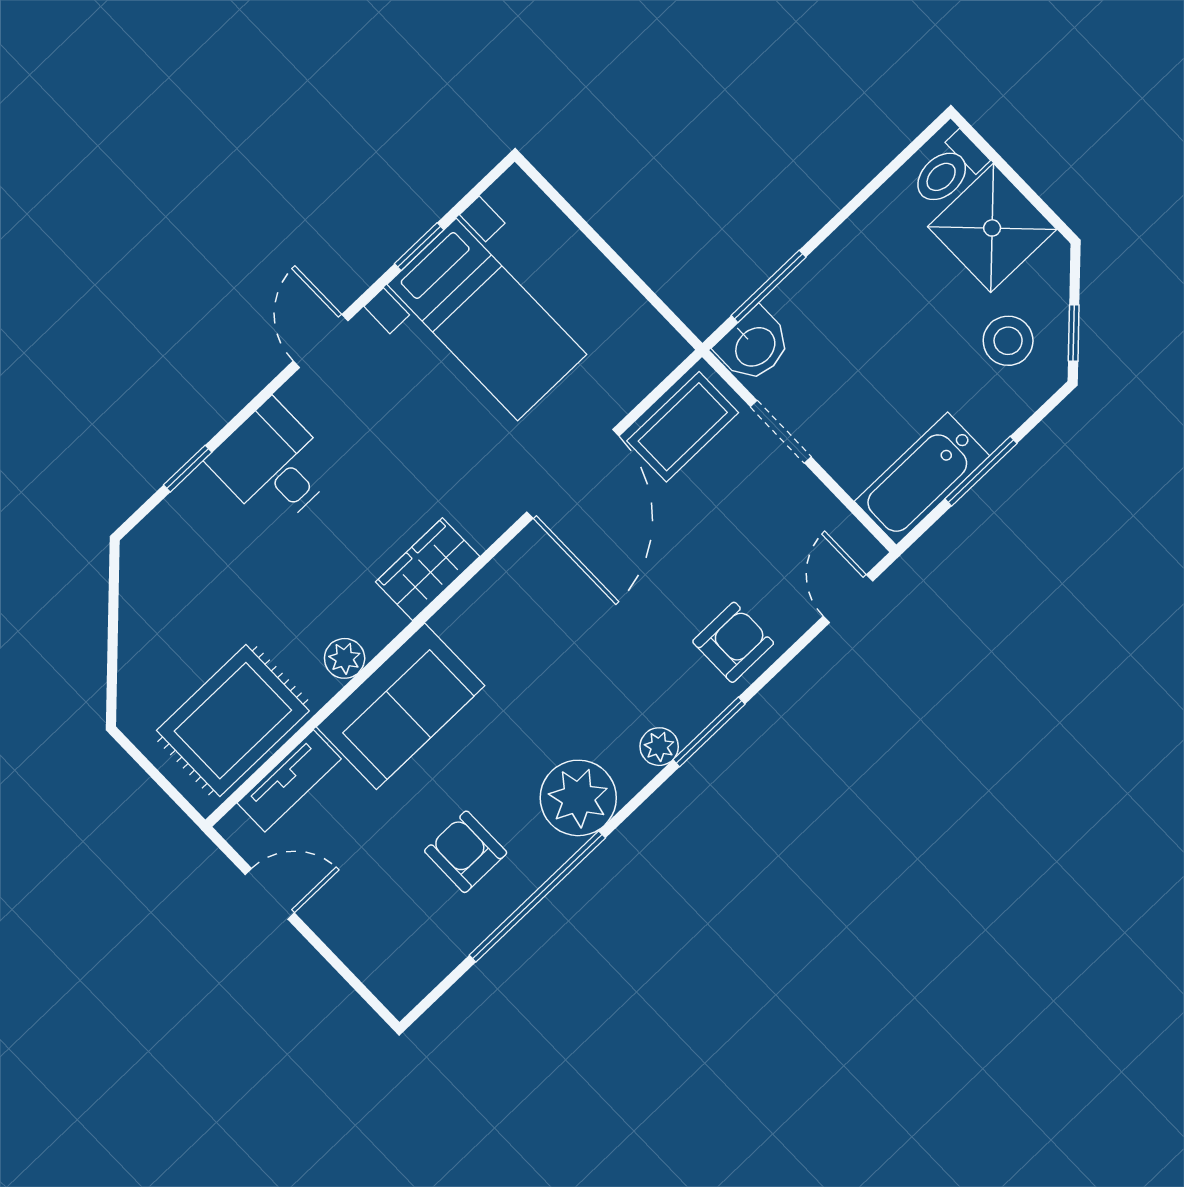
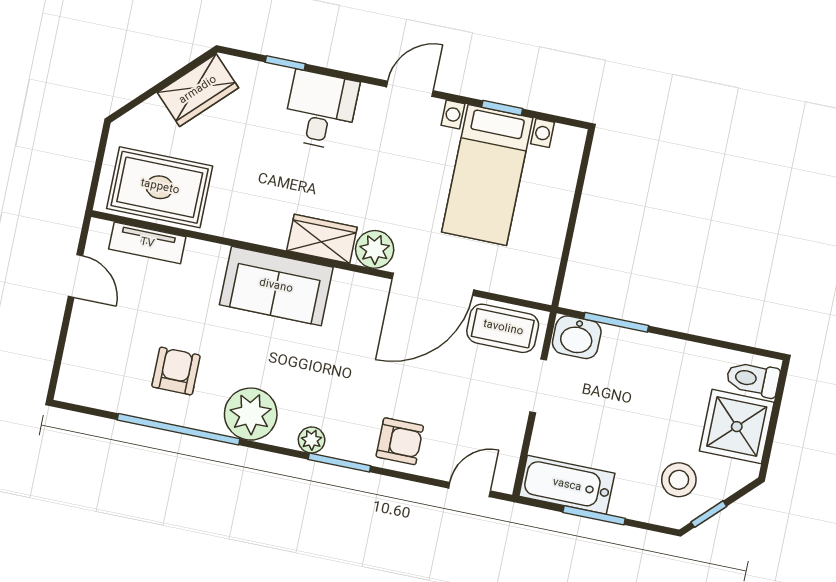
wardrobe: (148, 595) -> (198, 90), added
plant: (345, 658) -> (375, 249), moved, width x1.38, depth x1.38
sofa: (401, 706) -> (276, 286), moved

